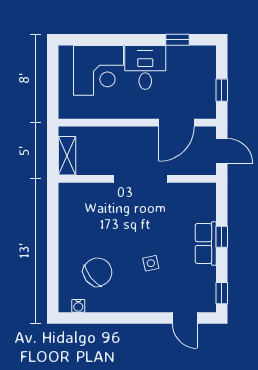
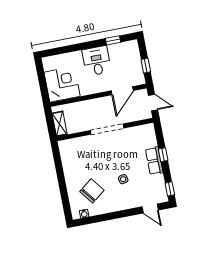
corner desk: (98, 70) -> (62, 84), moved, turned -90

